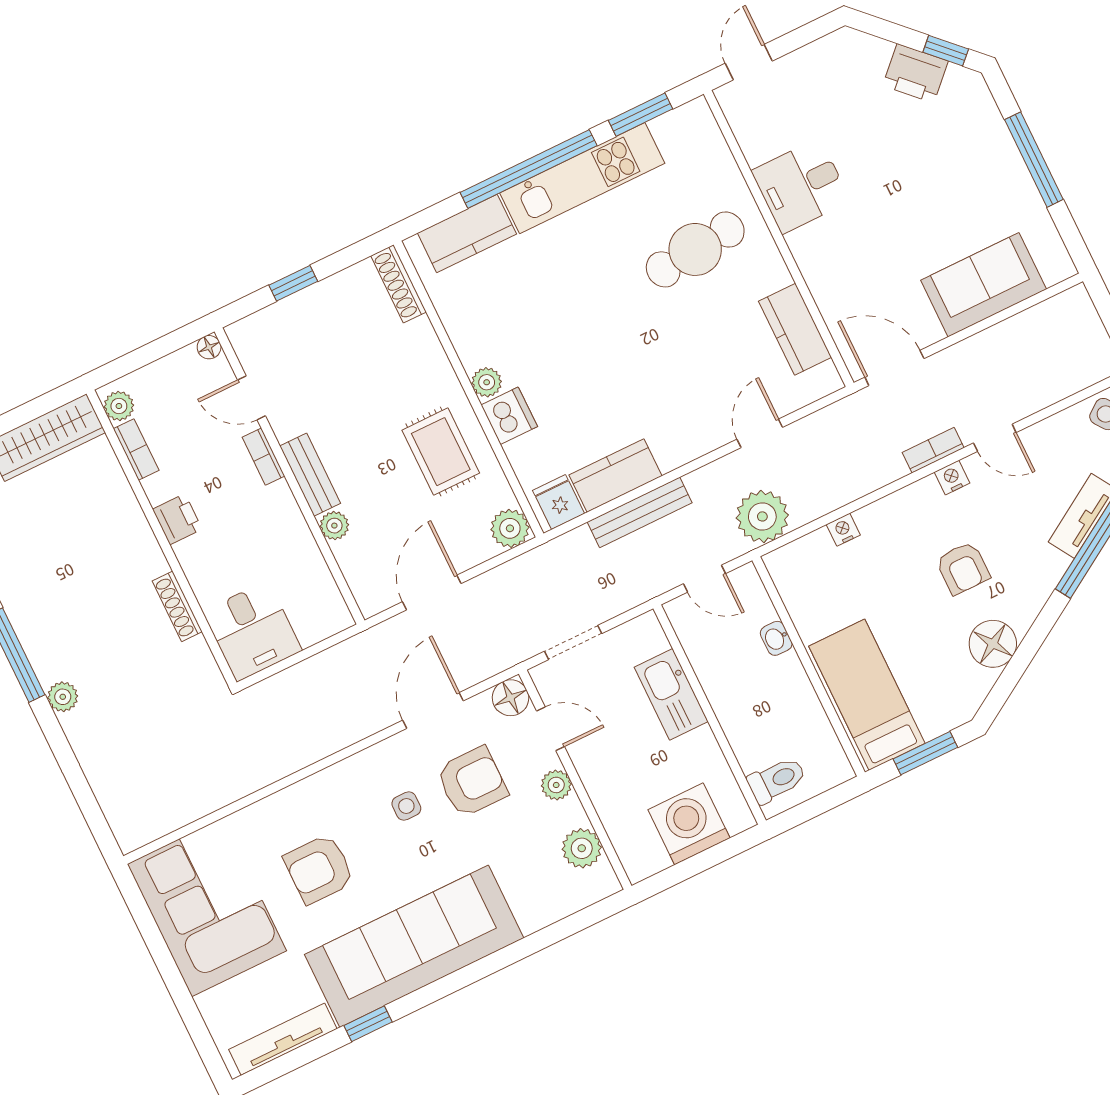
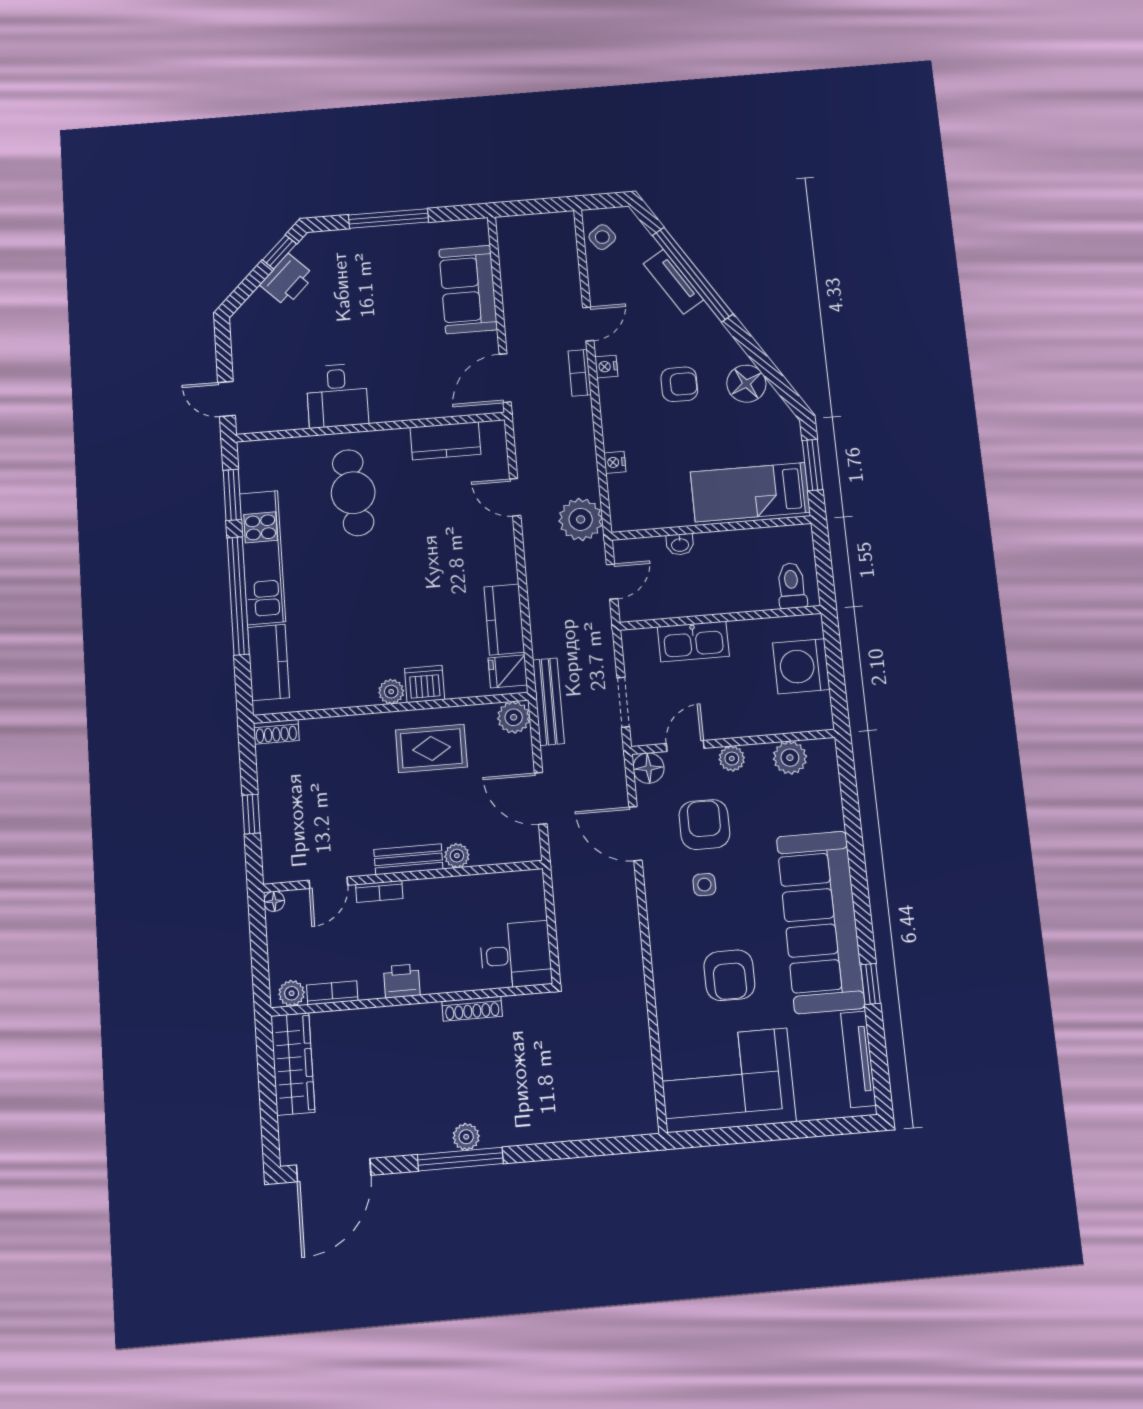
shoe rack: (399, 284) -> (276, 732), width x0.70
bench: (640, 512) -> (548, 702), moved
plant: (63, 697) -> (466, 1137), moved

